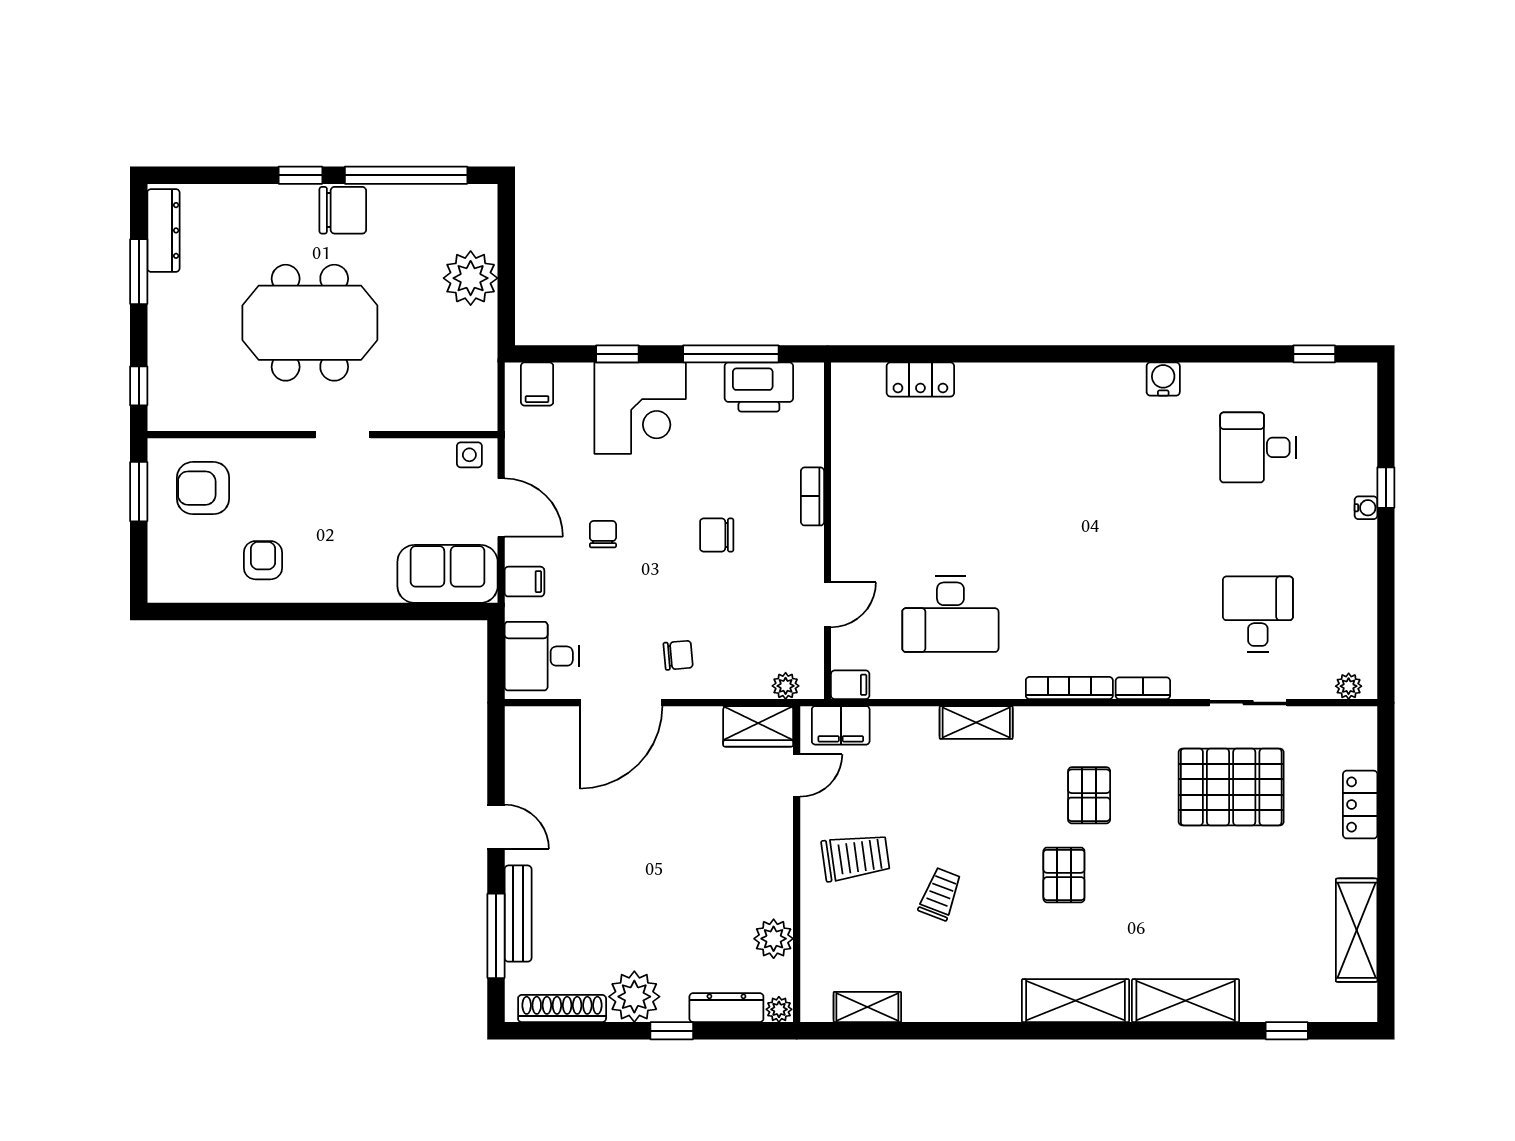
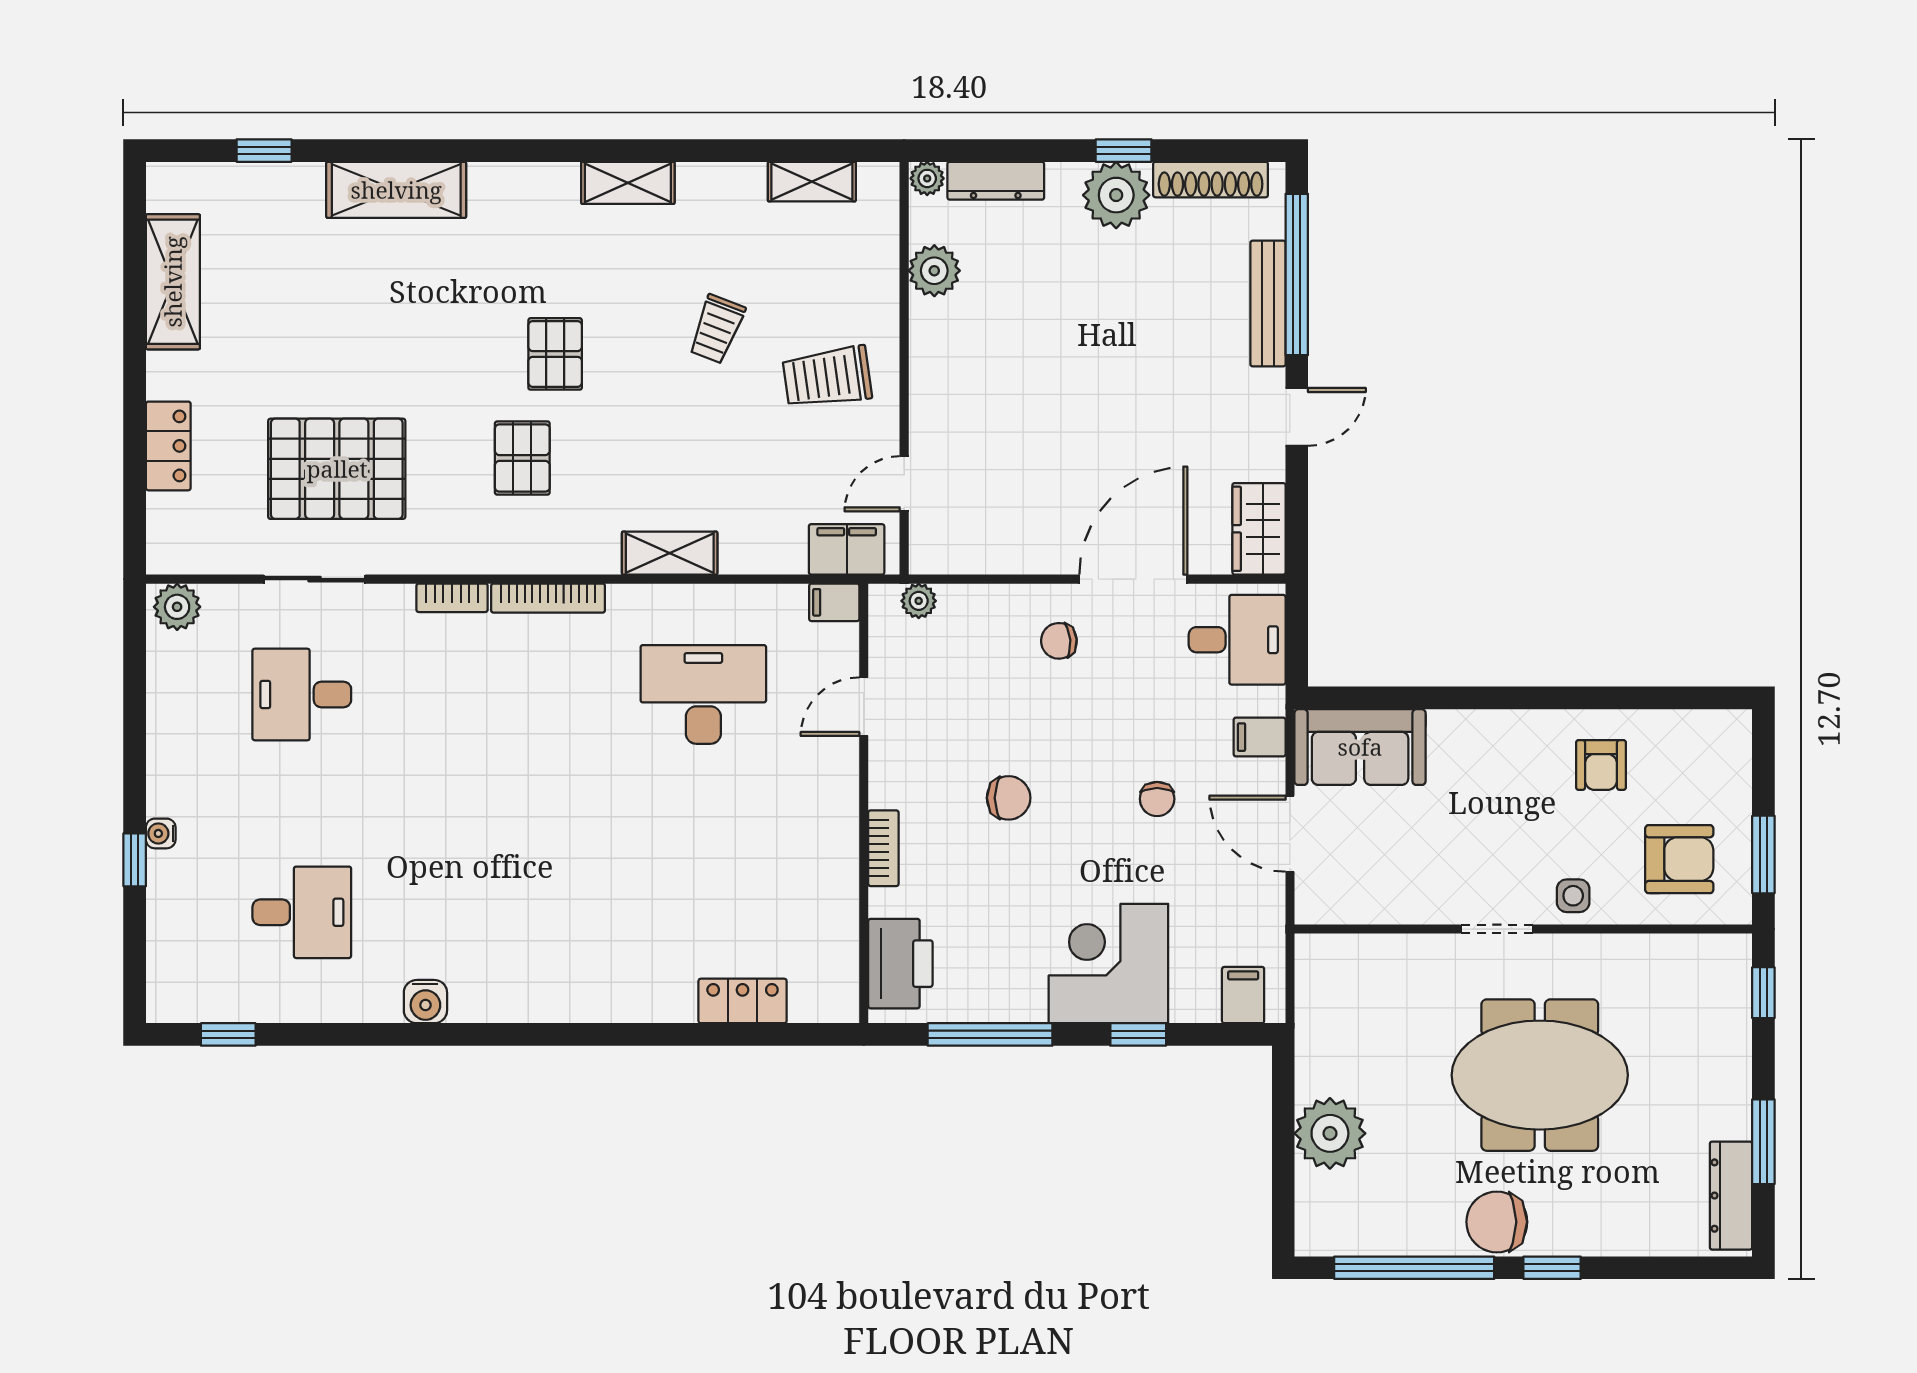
printer: (759, 387) -> (900, 964), moved, turned 90
side table: (469, 455) -> (1573, 896), moved
desk: (1258, 614) -> (302, 694), turned 90
plant: (1349, 686) -> (177, 607), width x1.38, depth x1.38
wardrobe: (758, 726) -> (1259, 529), moved, turned -90
door: (496, 827) -> (1297, 417), swing flipped
window: (496, 936) -> (1297, 274), width x1.46
shelving: (1076, 1001) -> (628, 183), moved, width x0.67, depth x0.75
window: (672, 1031) -> (1124, 151), moved

